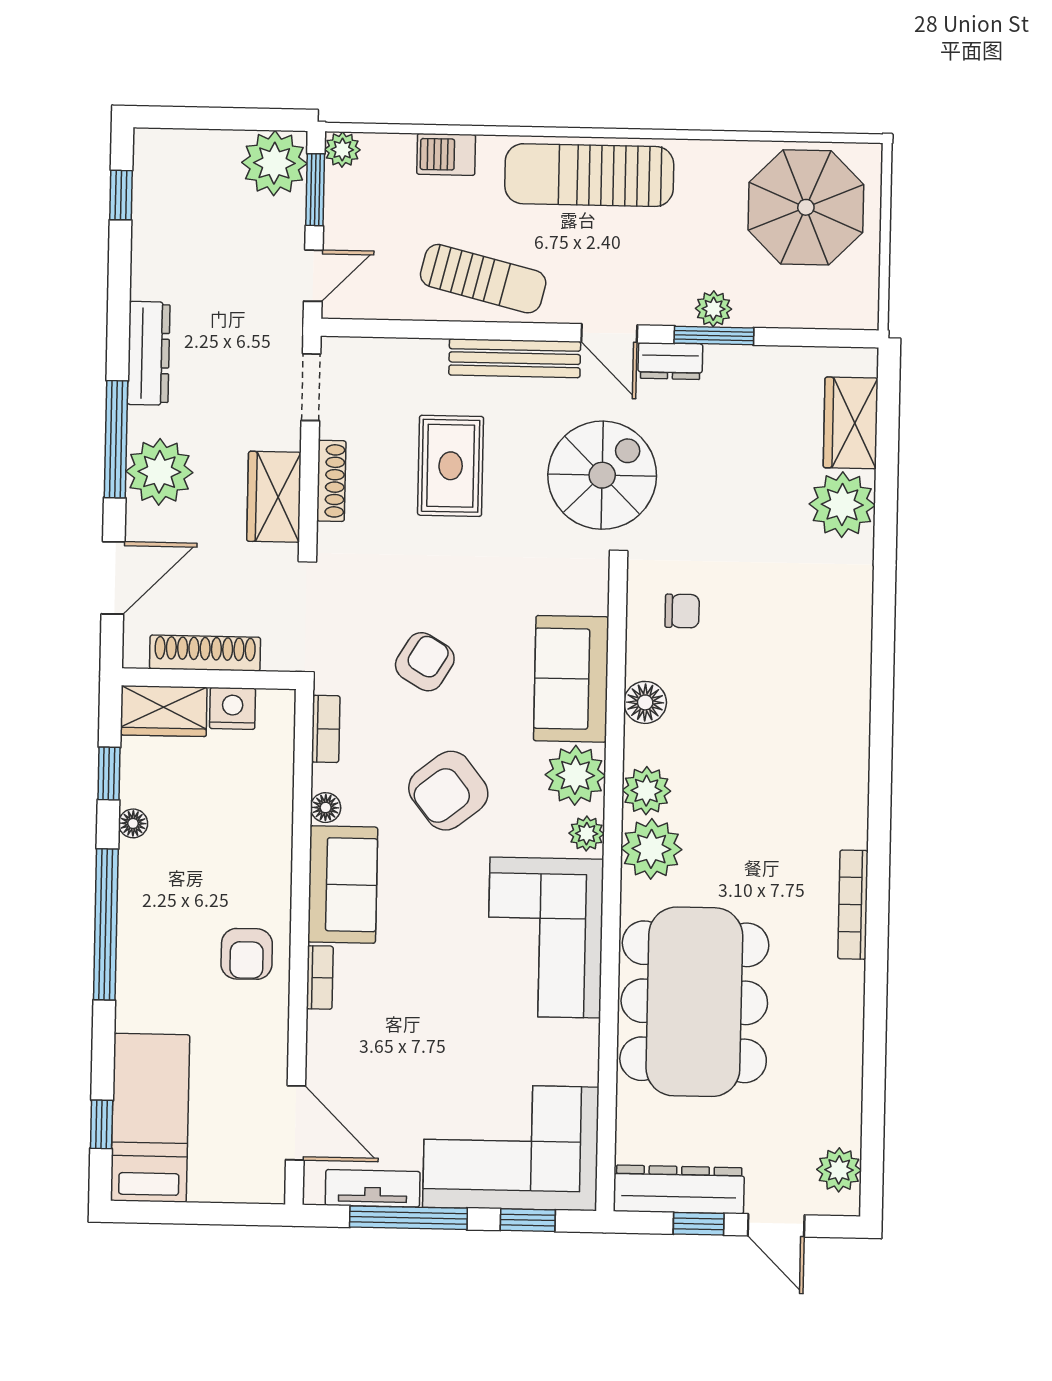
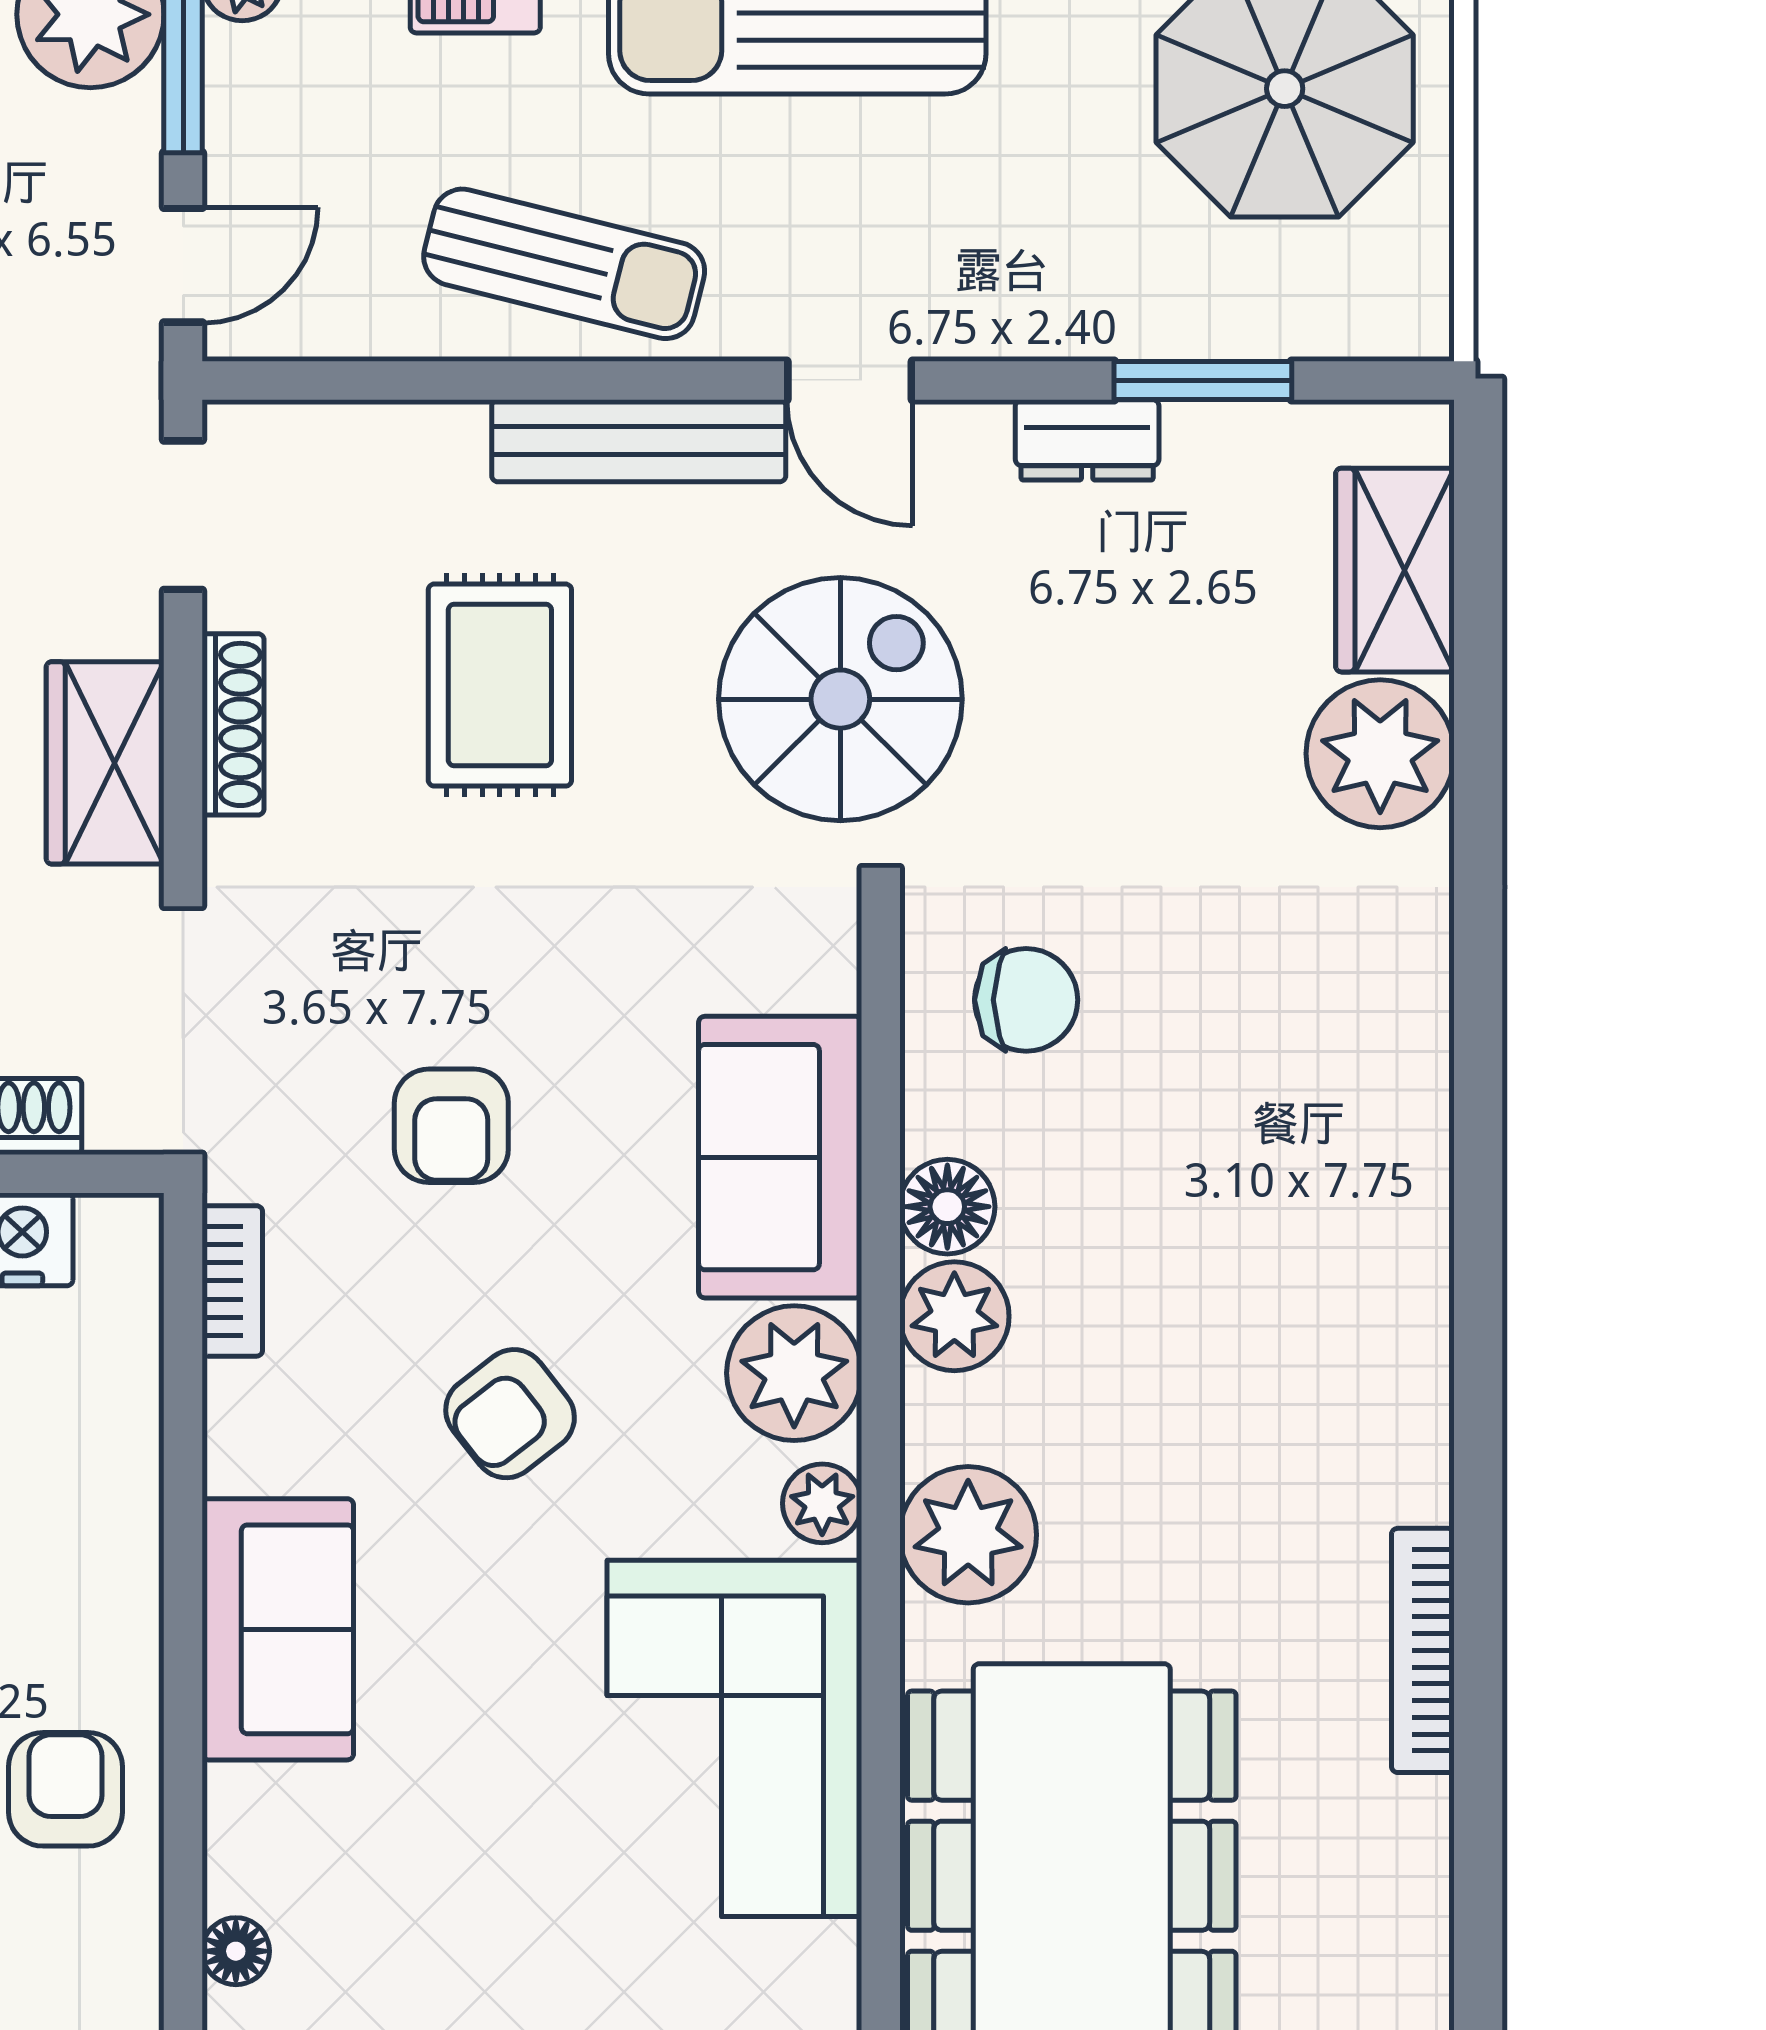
plant: (713, 309) -> (1082, 321), removed
window: (714, 336) -> (1203, 381), moved
dresser: (670, 361) -> (1087, 440), moved
chair: (682, 611) -> (1026, 1000), width x1.37, depth x1.37
armchair: (425, 662) -> (451, 1126), turned 149
armchair: (448, 791) -> (510, 1414), width x0.72, depth x0.72
plant: (646, 791) -> (954, 1316), moved
floor lamp: (326, 808) -> (236, 1951), moved
armchair: (247, 954) -> (66, 1789), turned 180
bookcase: (320, 977) -> (231, 1839), removed

